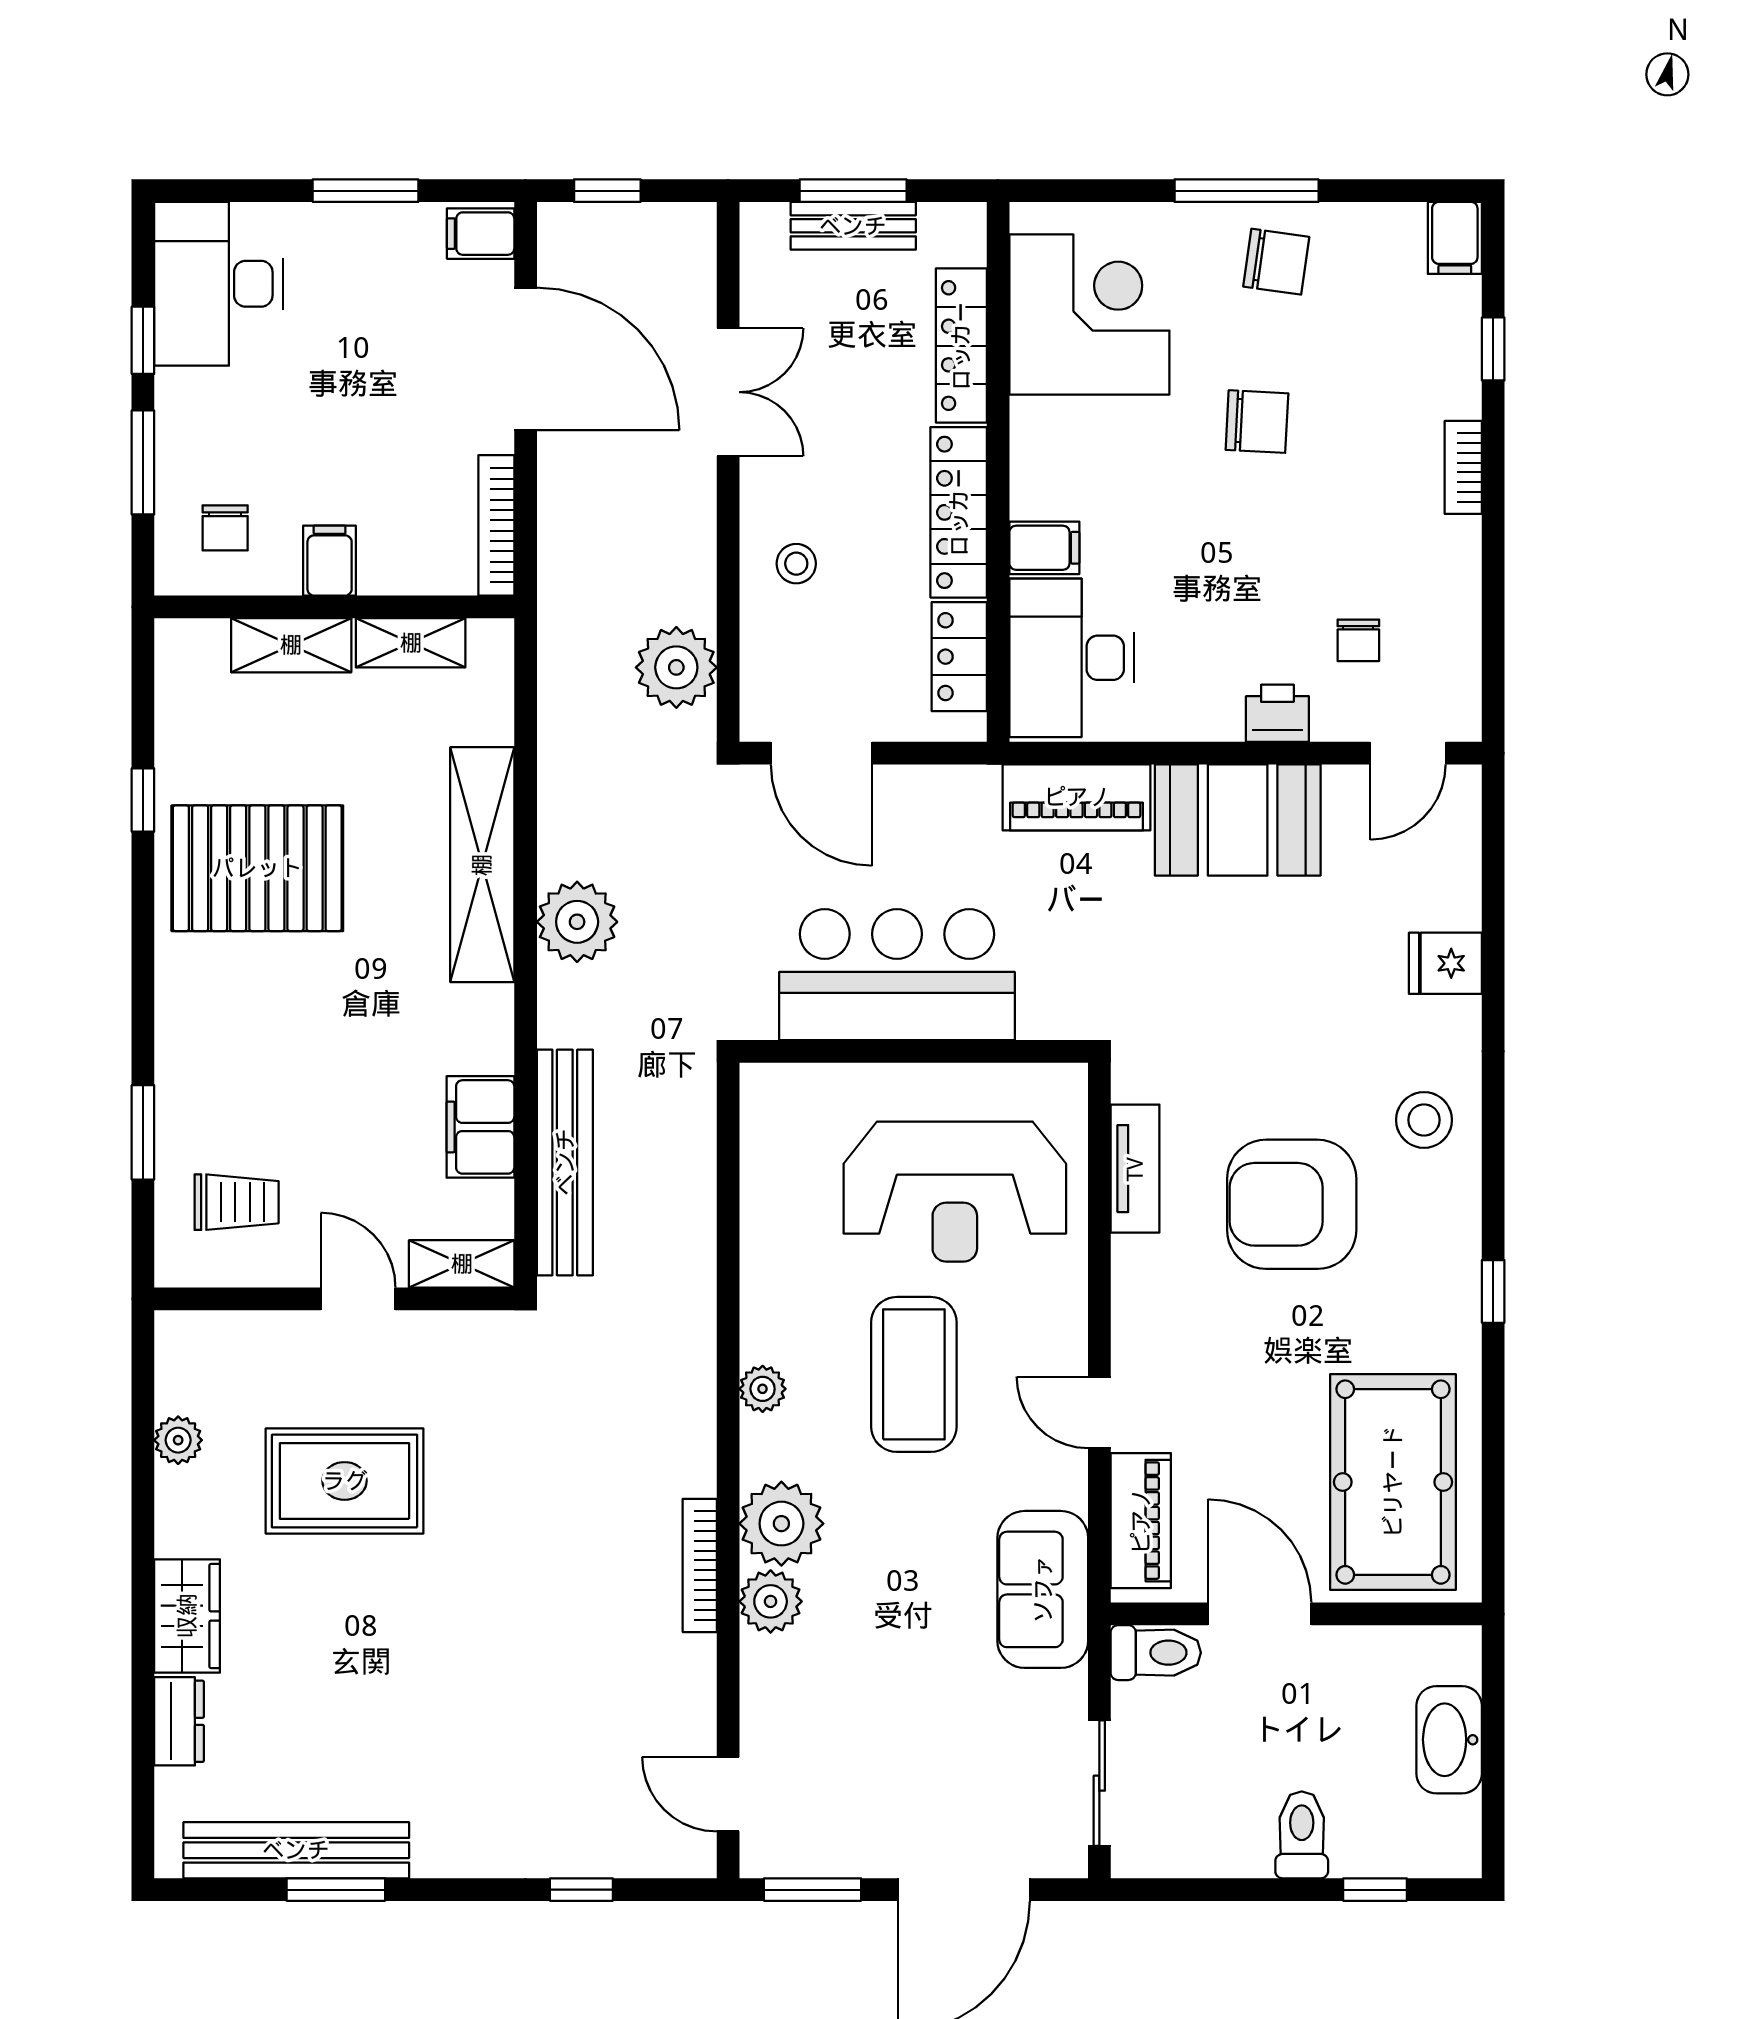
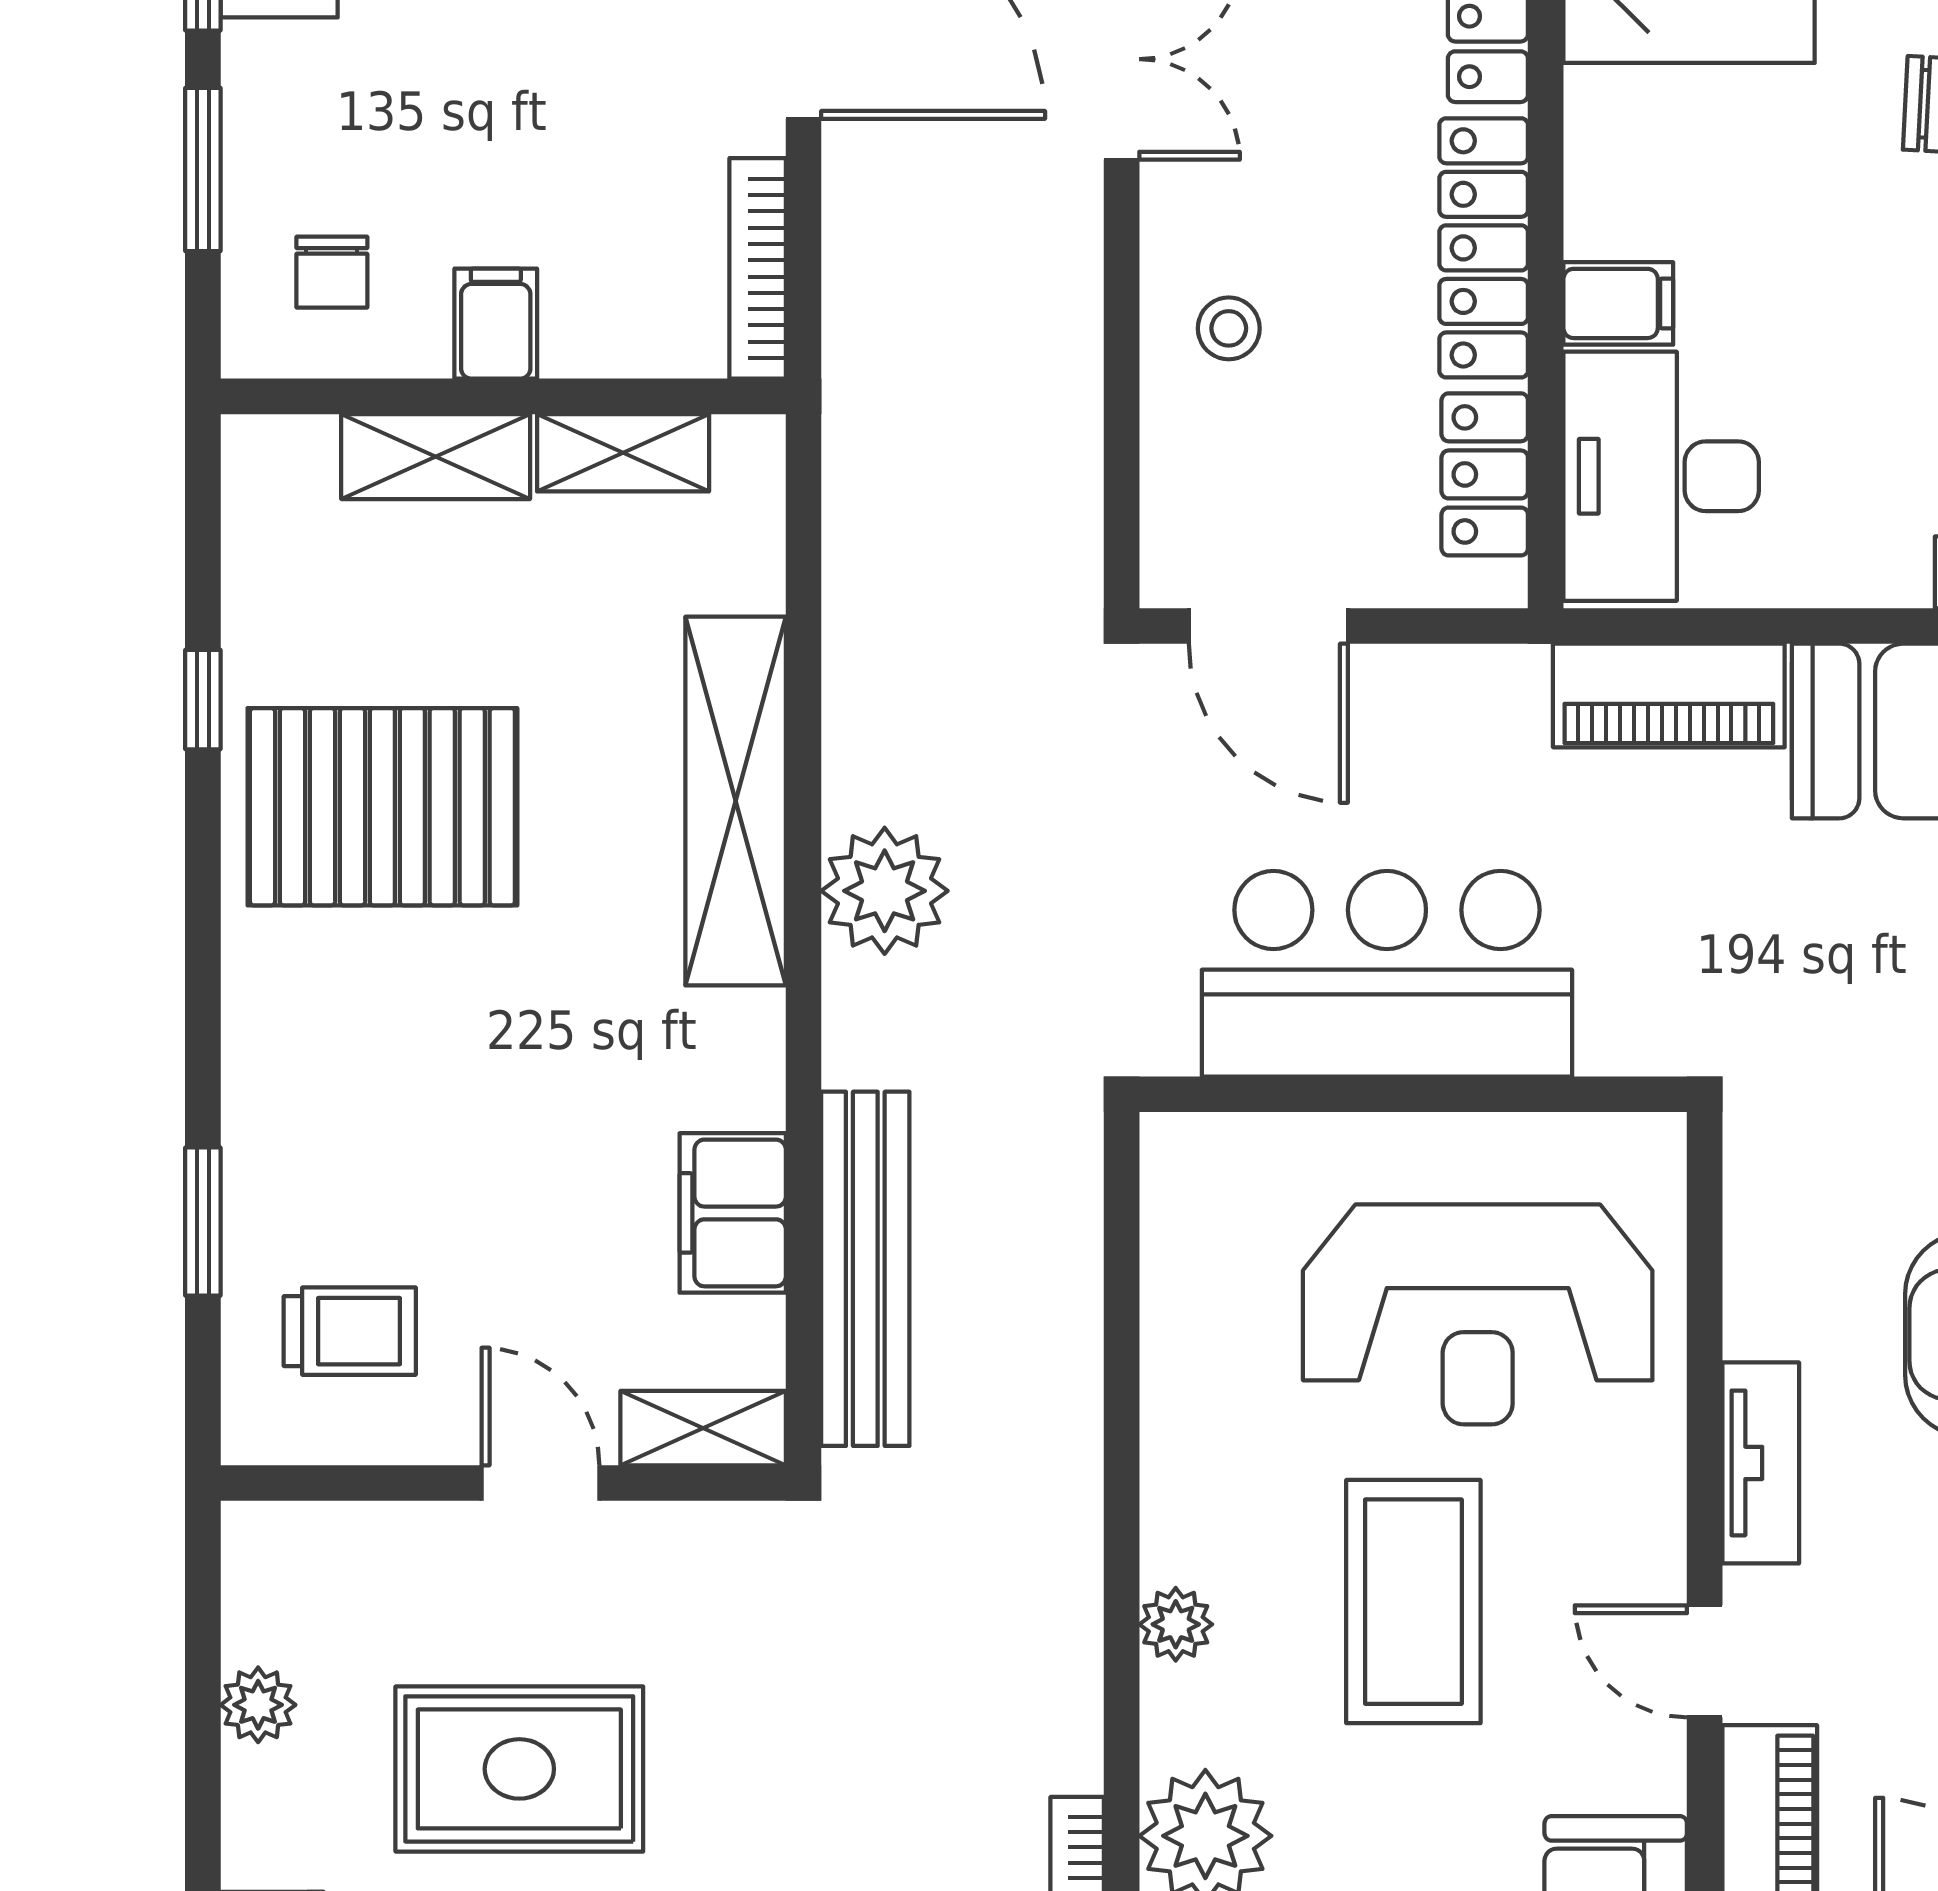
plant: (676, 667) -> (1040, 491), removed
tv unit: (1135, 1169) -> (1761, 1463), moved

